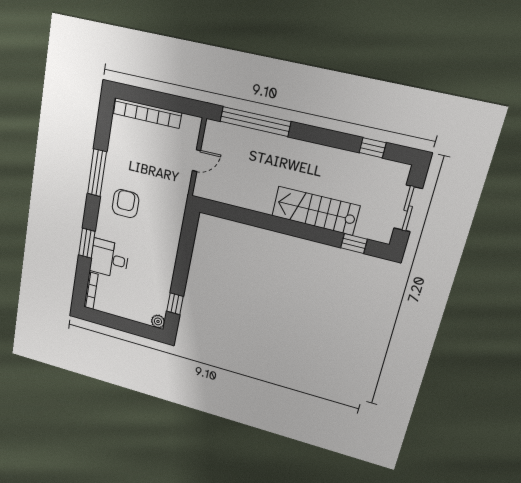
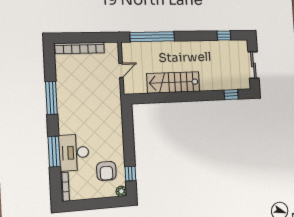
armchair: (126, 204) -> (106, 171), moved, turned 180
stairs: (315, 211) -> (173, 82), moved
window: (87, 243) -> (54, 152), width x1.44
desk: (109, 259) -> (74, 153), width x1.37

